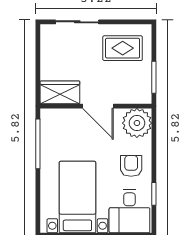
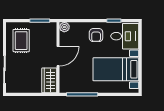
plant: (137, 123) -> (64, 27), width x0.53, depth x0.53
armchair: (131, 166) -> (96, 35), turned -90

